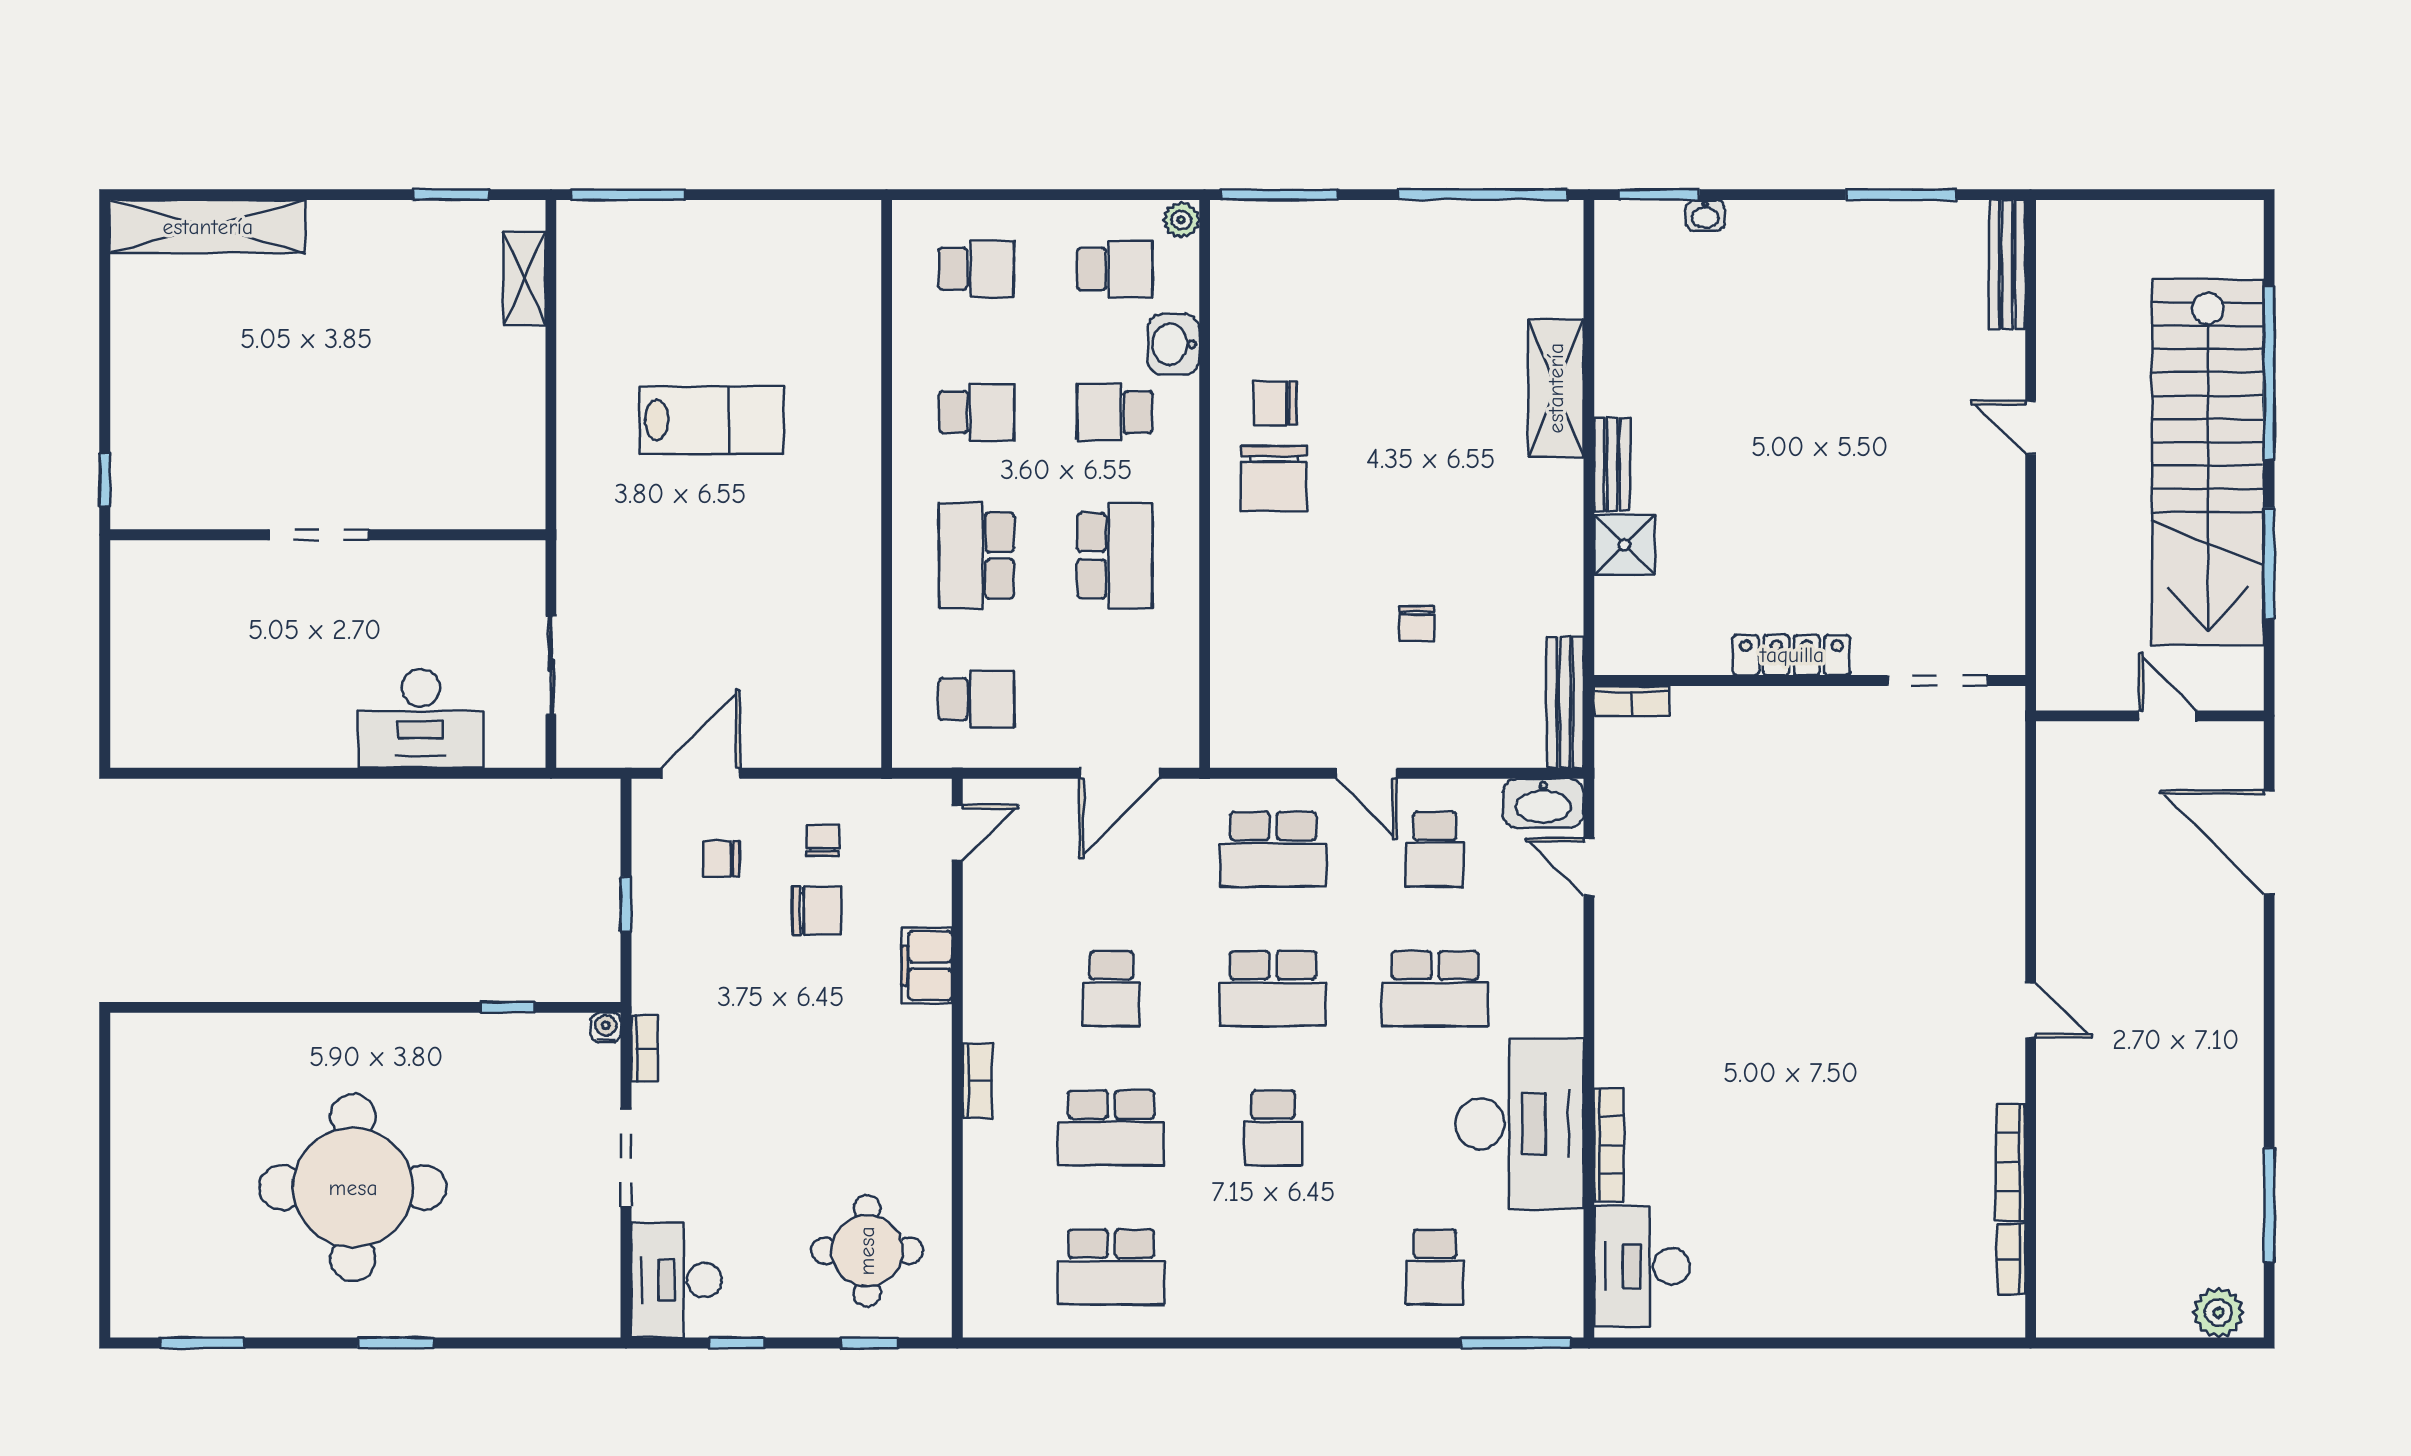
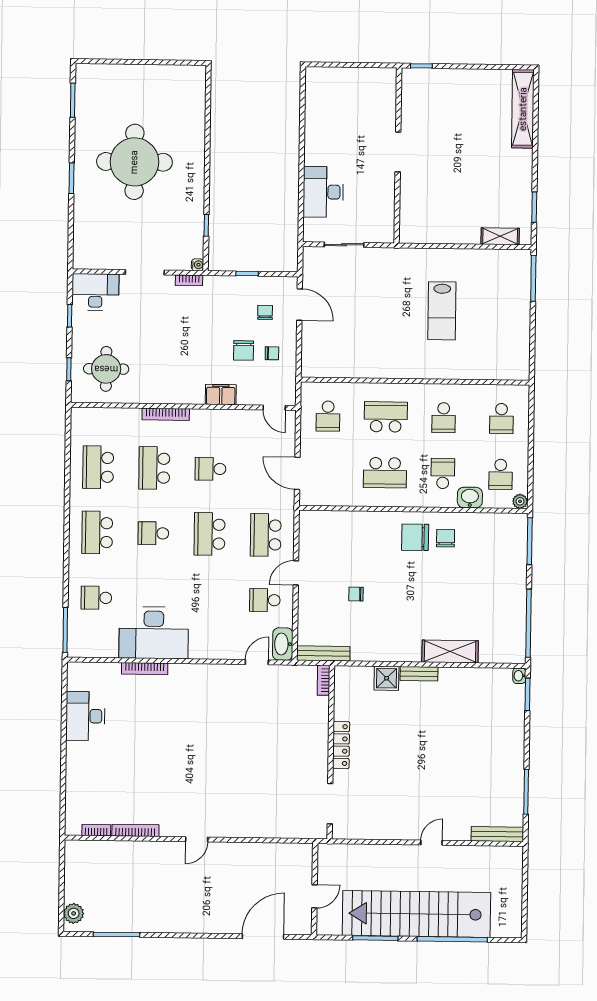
washbasin: (1705, 216) -> (519, 676), moved
school desk: (1435, 988) -> (97, 533), moved
bookcase: (978, 1080) -> (166, 414), width x1.56
desk: (1642, 1266) -> (85, 716), moved, turned -90

